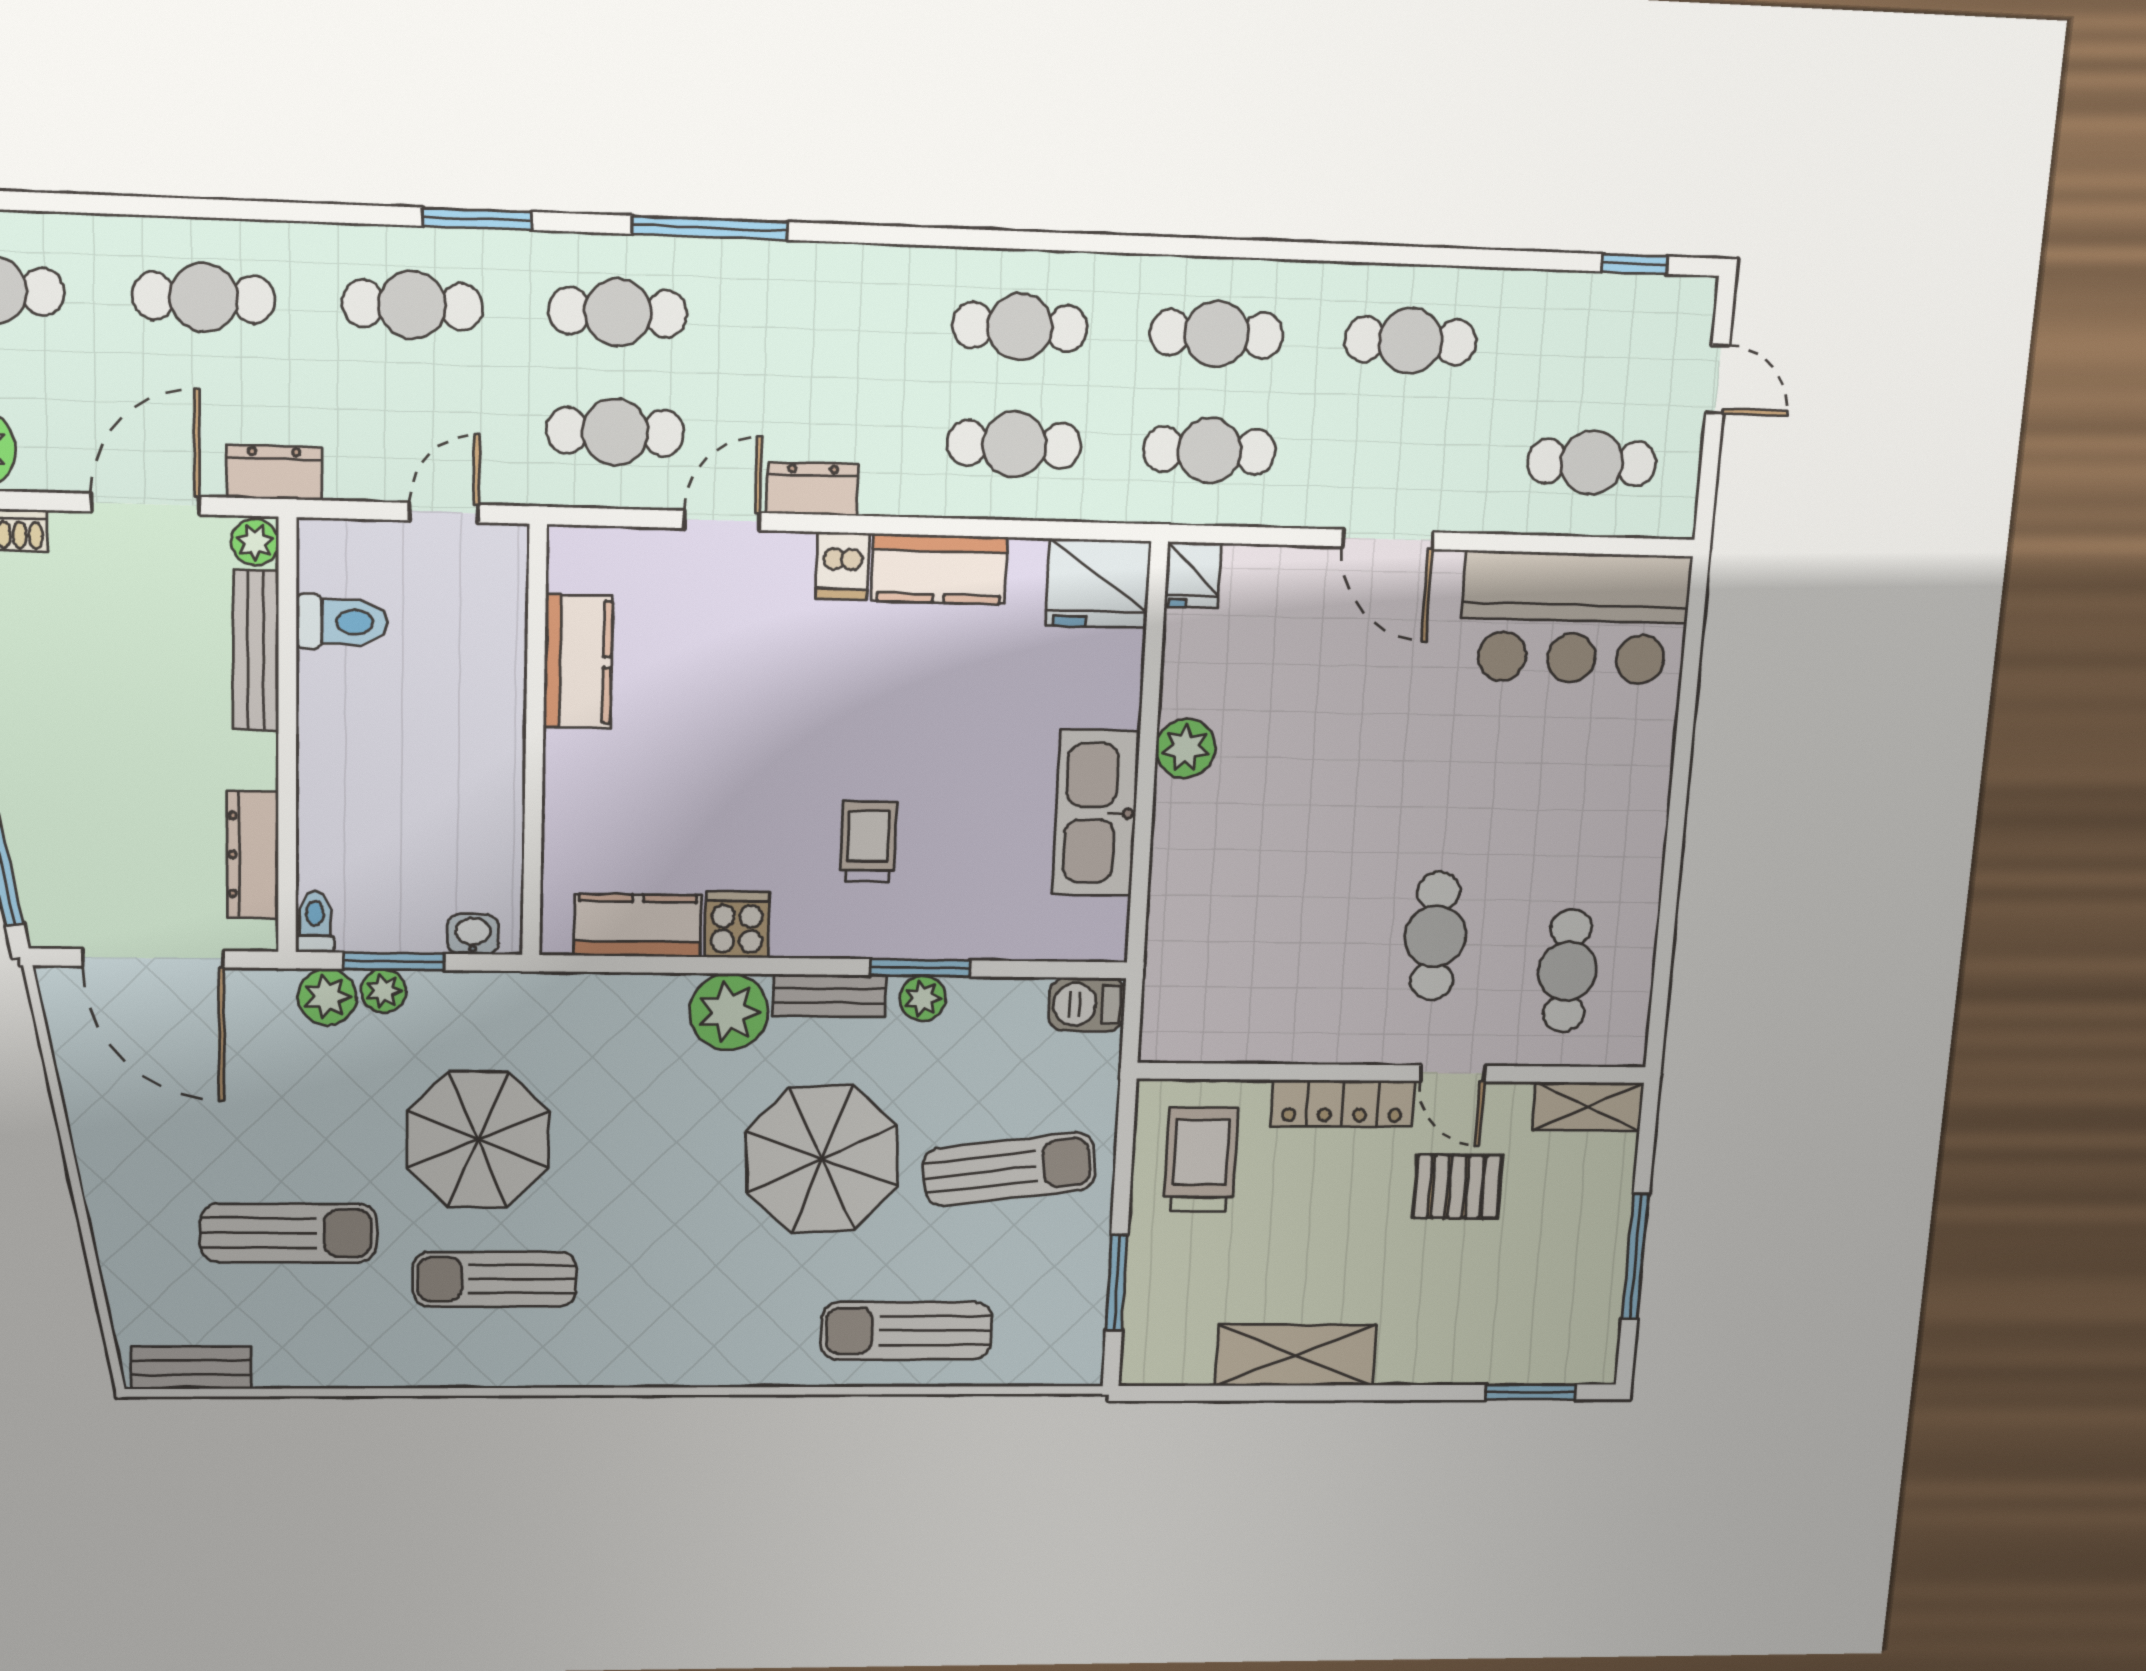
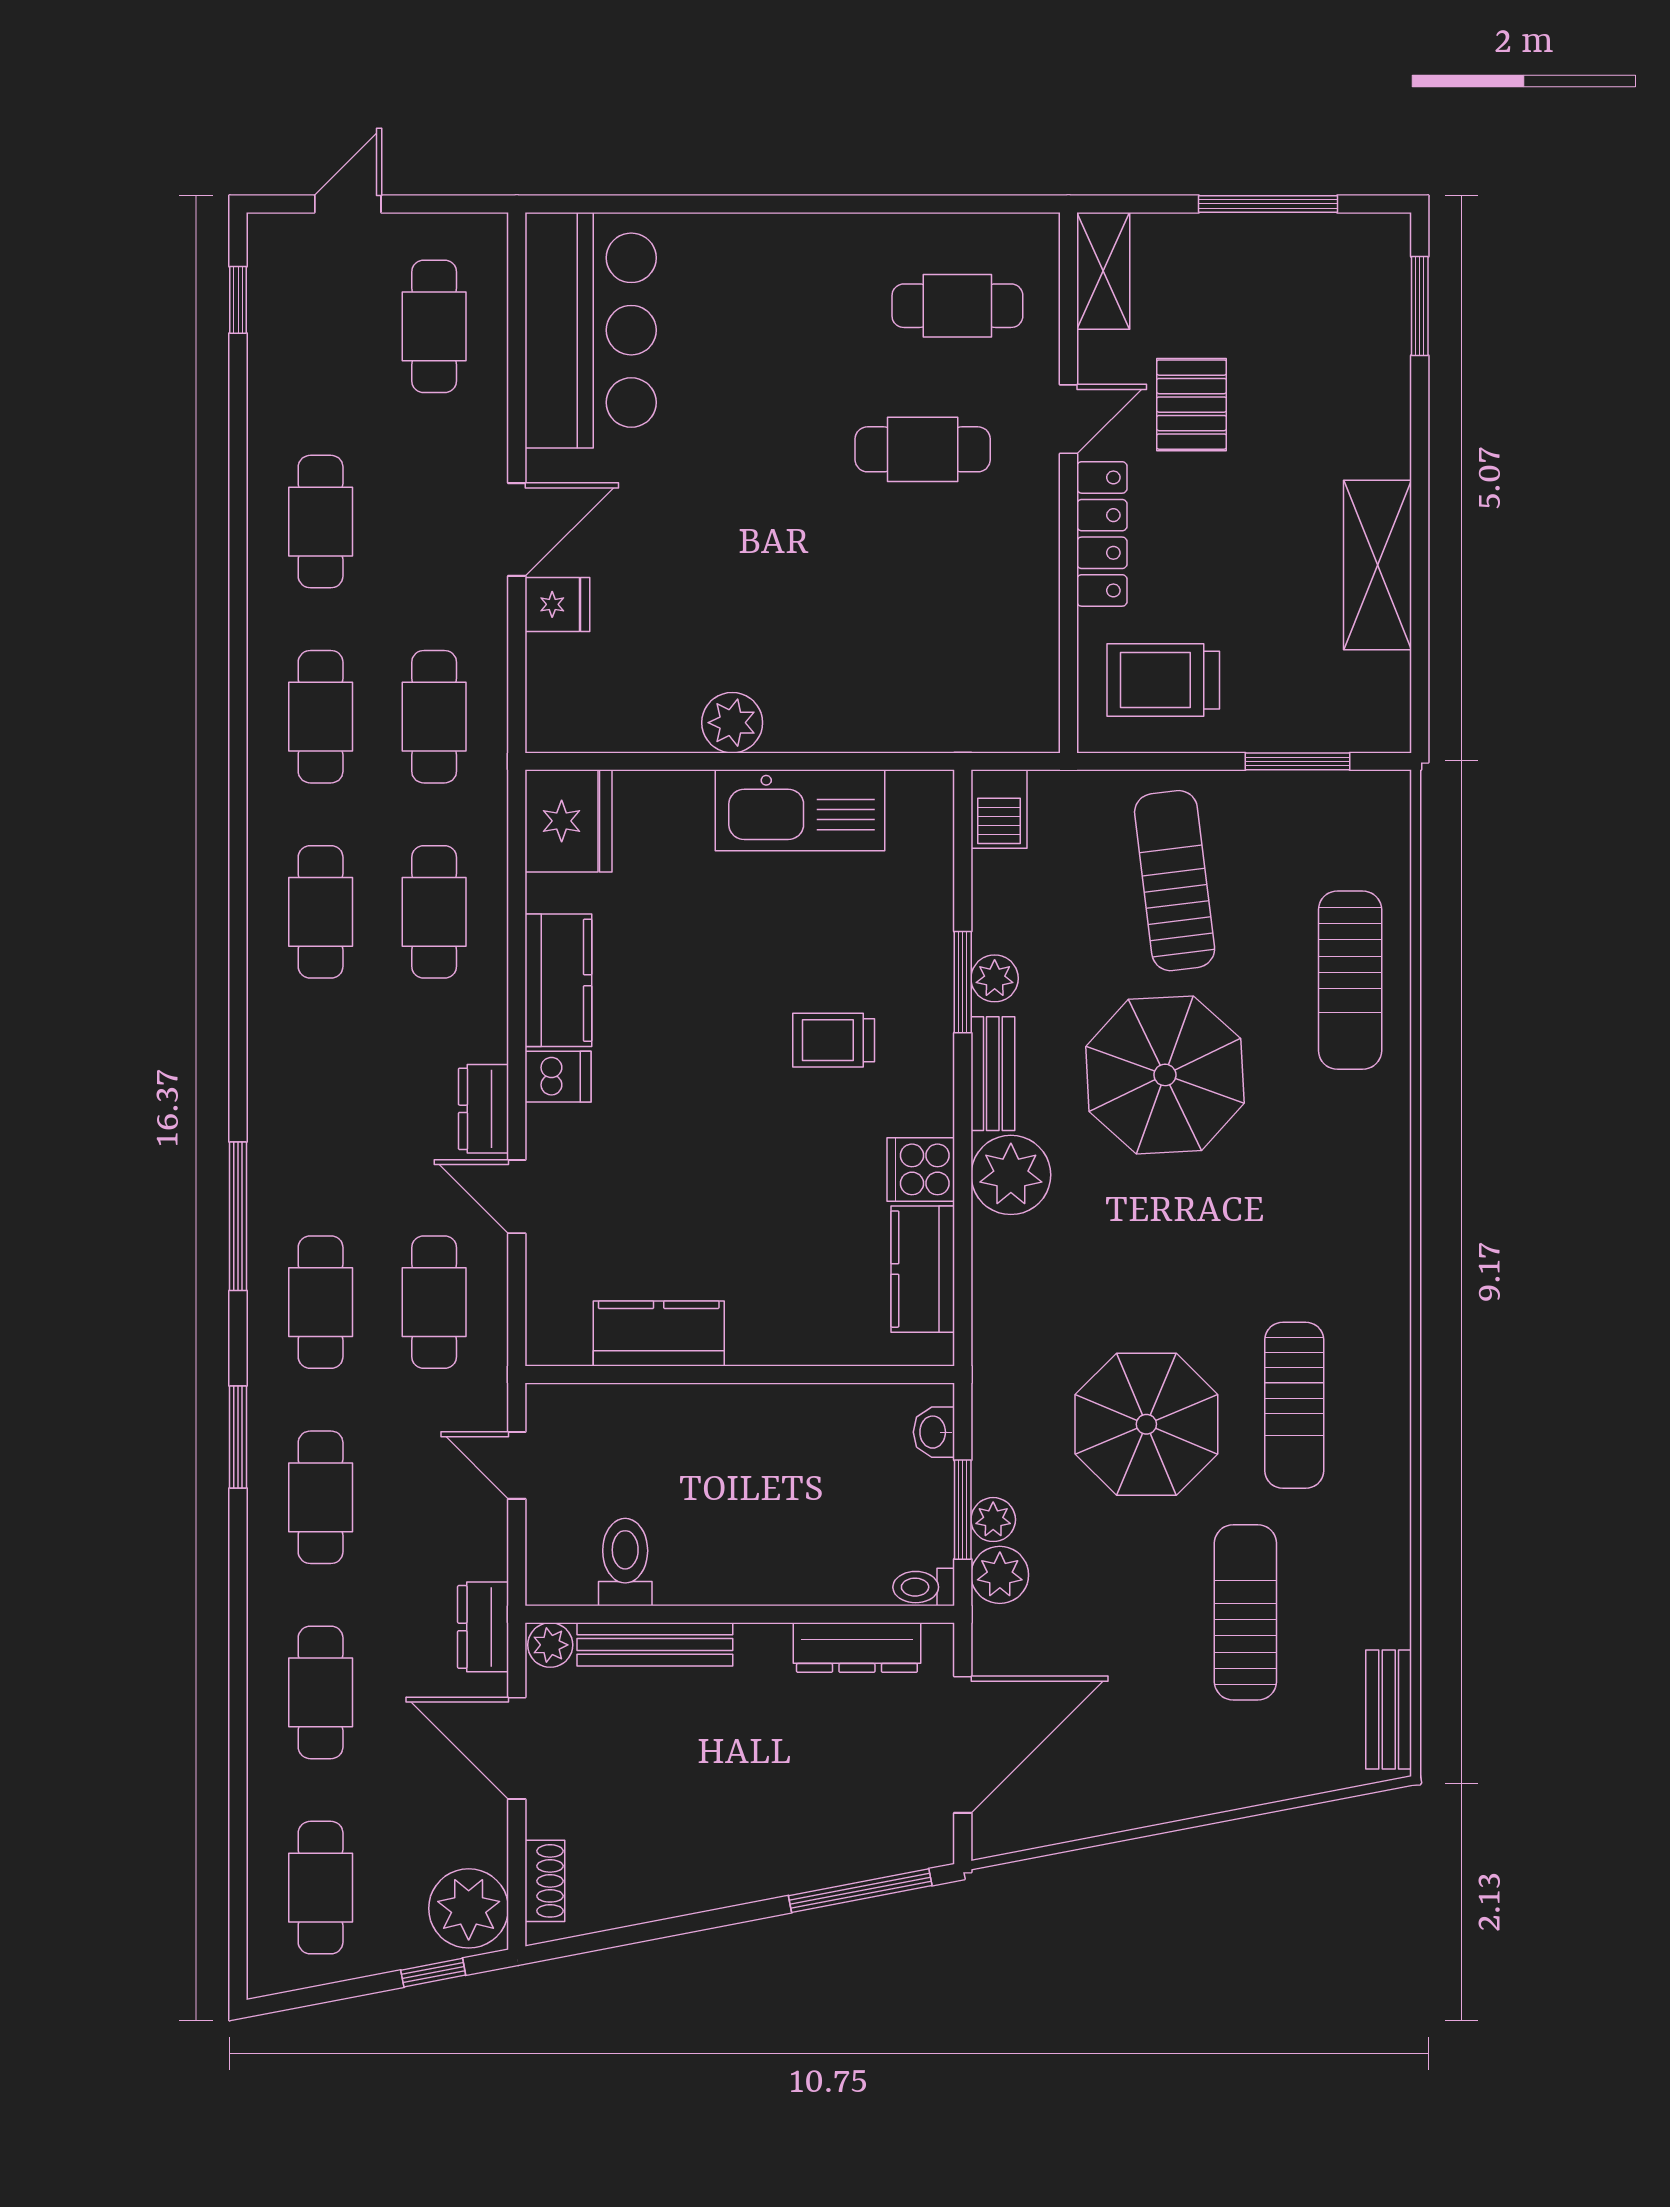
fridge: (1193, 575) -> (557, 604), moved

